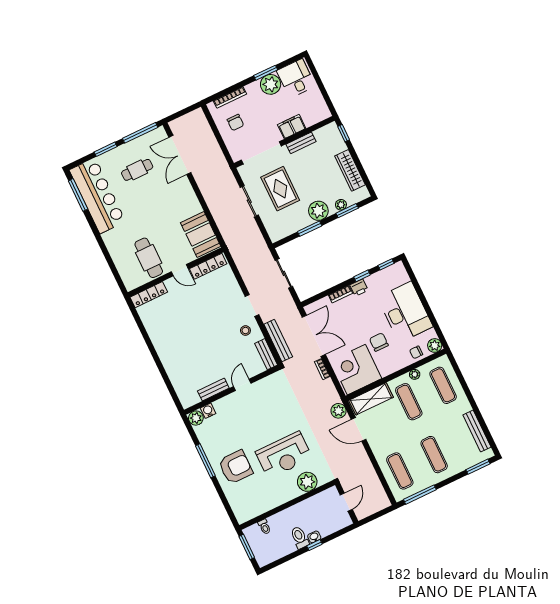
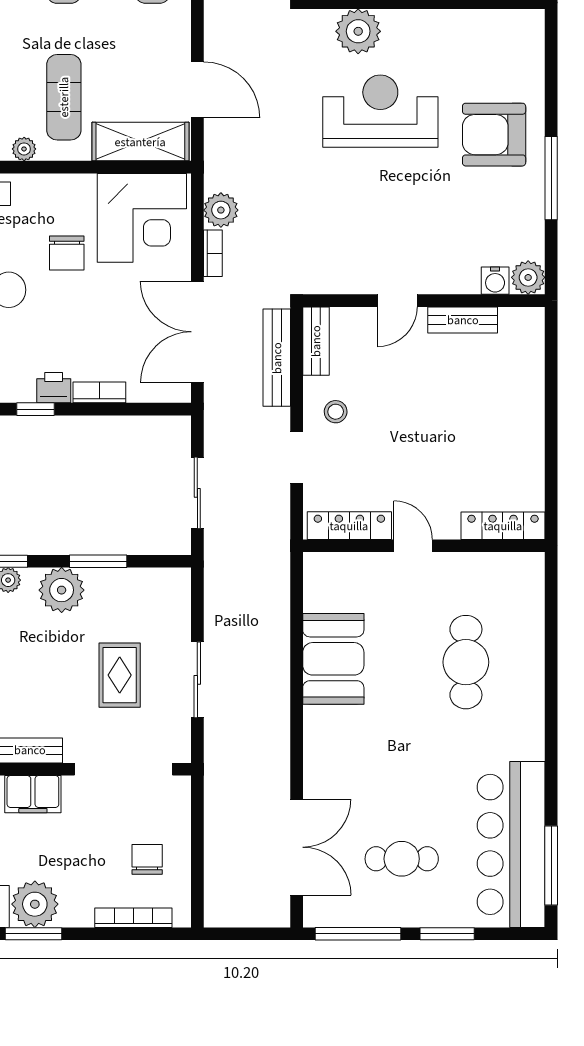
rug: (280, 189) -> (120, 675), width x0.73, depth x0.70
locker: (208, 266) -> (349, 526), moved
door: (180, 270) -> (413, 546), moved
wall: (176, 272) -> (424, 546), moved
locker: (149, 295) -> (503, 526), moved
plant: (339, 411) -> (221, 210), moved

